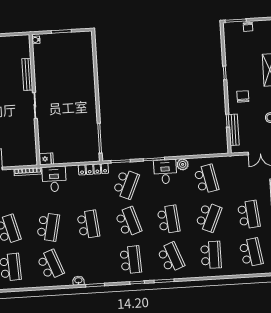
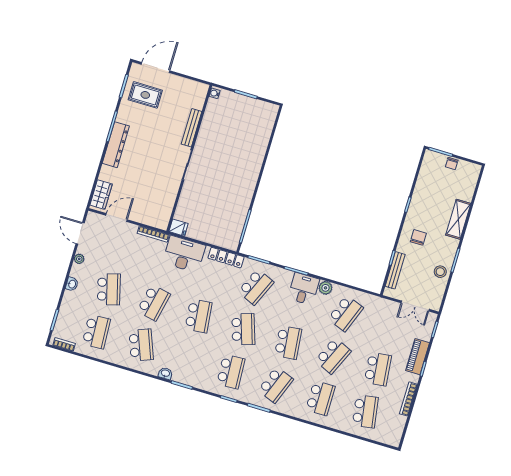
desk: (54, 179) -> (184, 254), width x1.37
school desk: (206, 179) -> (346, 313), turned 33
school desk: (171, 257) -> (276, 385), turned 42

